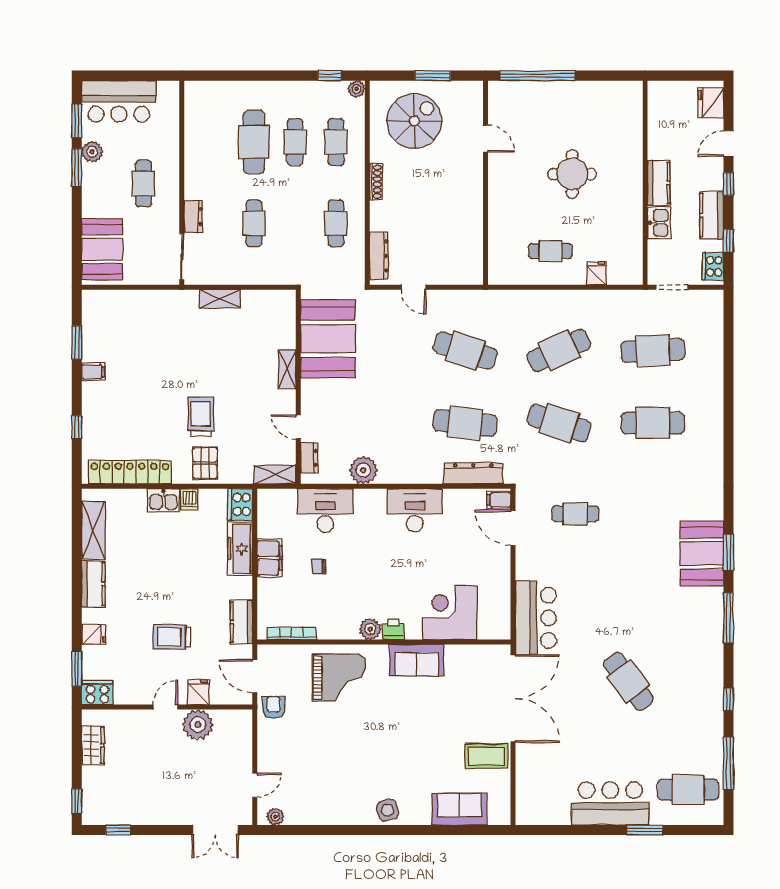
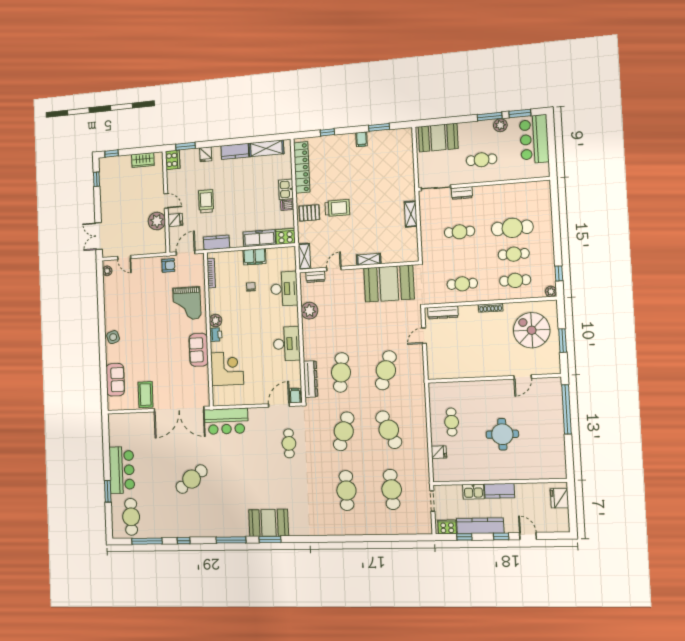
fridge: (711, 103) -> (559, 498), moved, turned -90
spiral stairs: (414, 121) -> (532, 330), turned 180
kitchen counter: (712, 215) -> (480, 526), width x1.50

